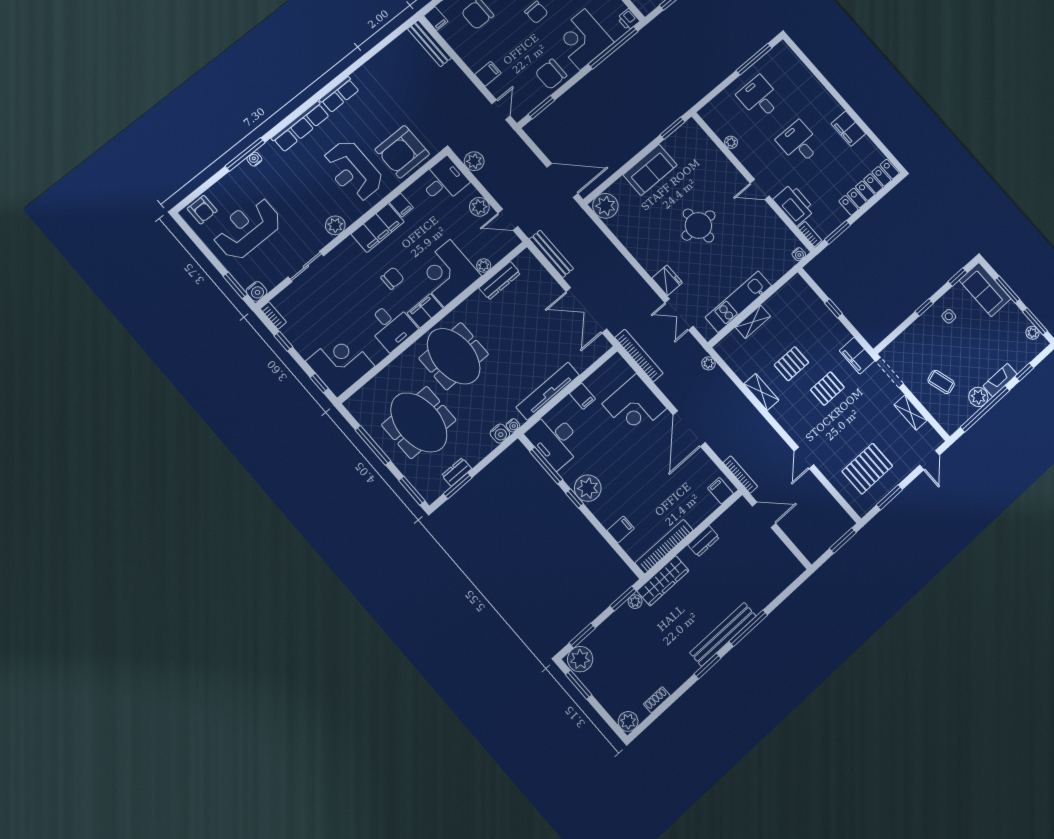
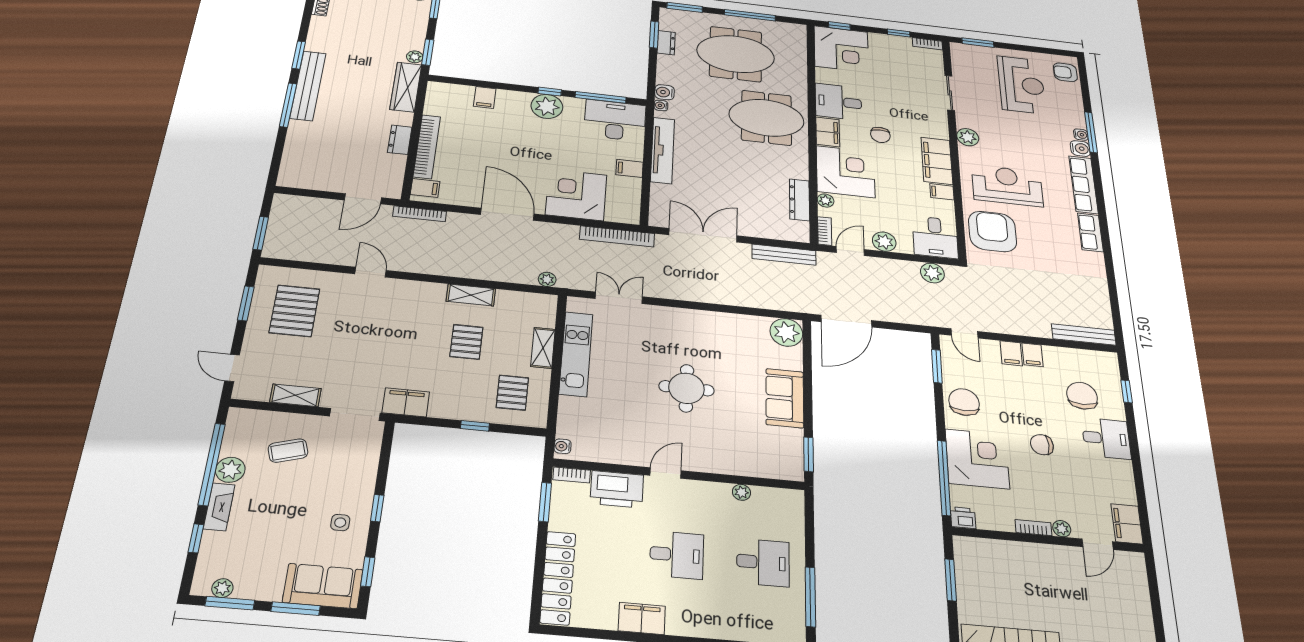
filing cabinet: (436, 19) -> (1032, 355), moved, turned -90
bookcase: (508, 246) -> (825, 231), added
fridge: (667, 280) -> (661, 317), removed
water cooler: (257, 291) -> (1080, 148), moved, turned 180
pallet: (827, 389) -> (512, 393), moved
bookcase: (664, 547) -> (427, 147), moved

